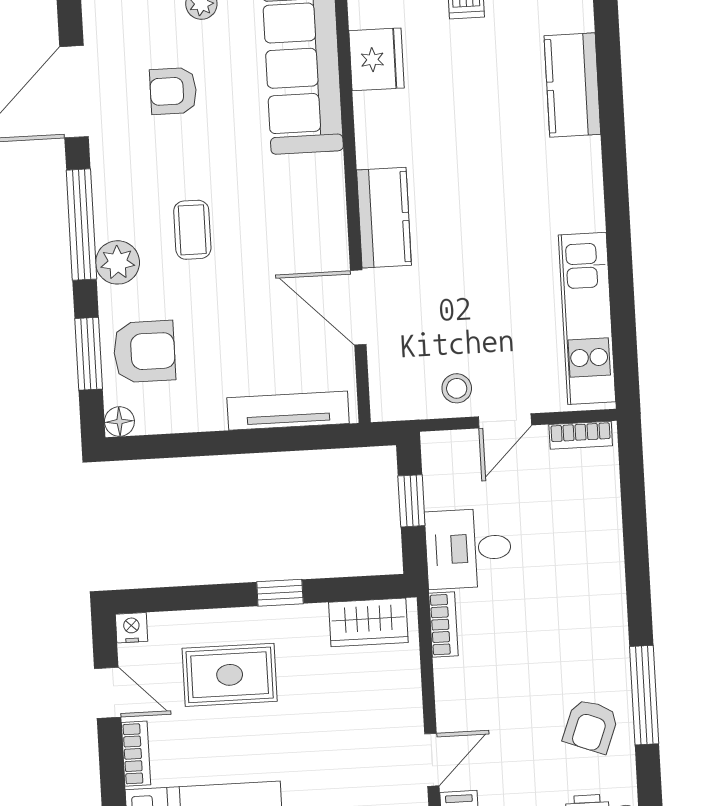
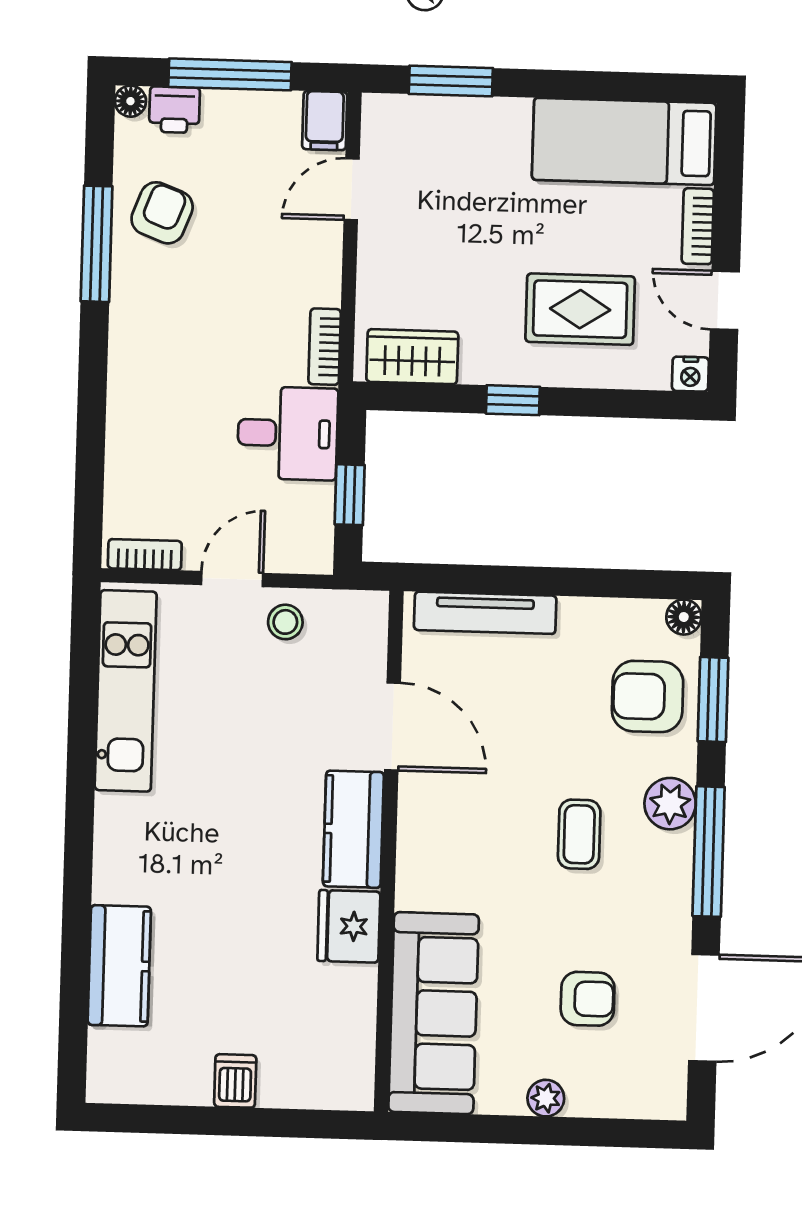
fridge: (377, 59) -> (349, 926), moved

